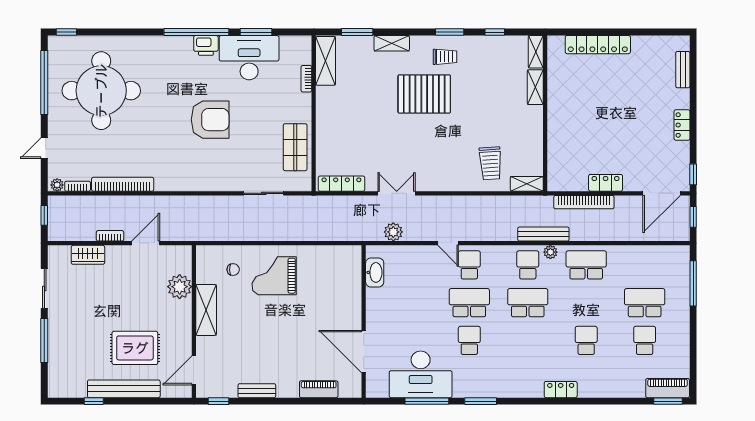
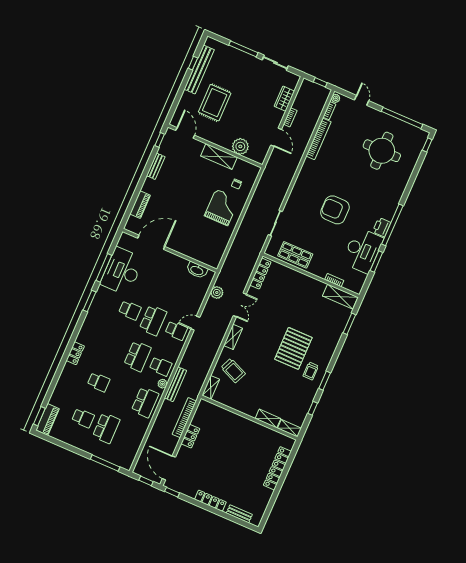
shelving: (392, 43) -> (233, 337), moved
round table: (101, 91) -> (382, 151), width x0.73, depth x0.73
armchair: (210, 120) -> (335, 210), turned 90
locker: (682, 125) -> (210, 501), width x1.53
trolley: (490, 163) -> (233, 371), turned -153
bench: (124, 389) -> (199, 69), moved

